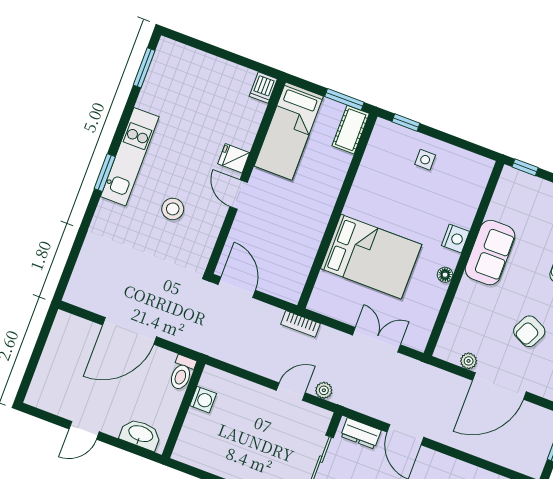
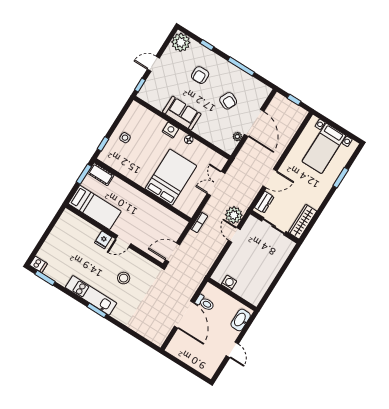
dishwasher: (263, 88) -> (38, 264), moved
toilet: (182, 373) -> (205, 303), moved
plant: (324, 390) -> (234, 215), width x1.87, depth x1.87

